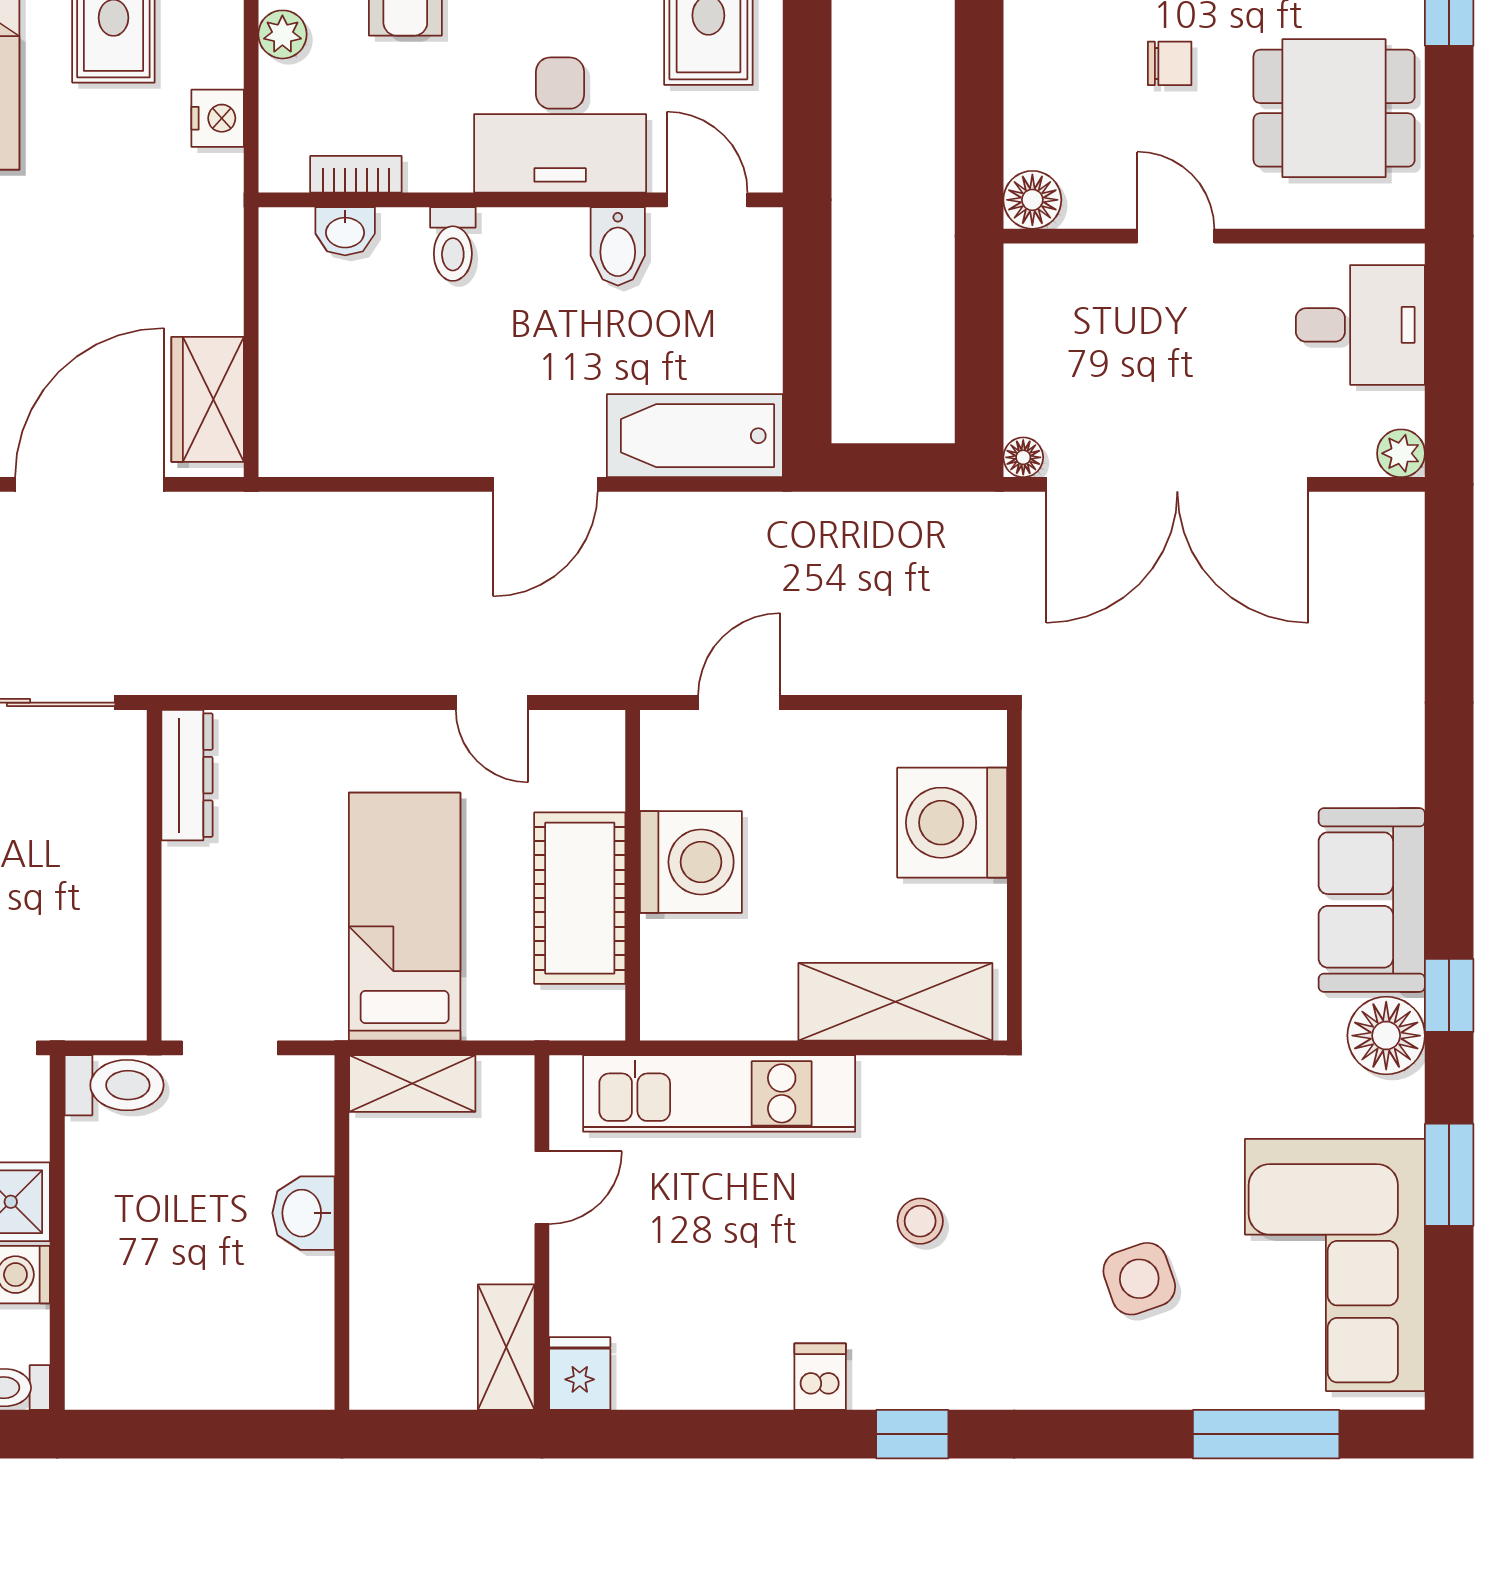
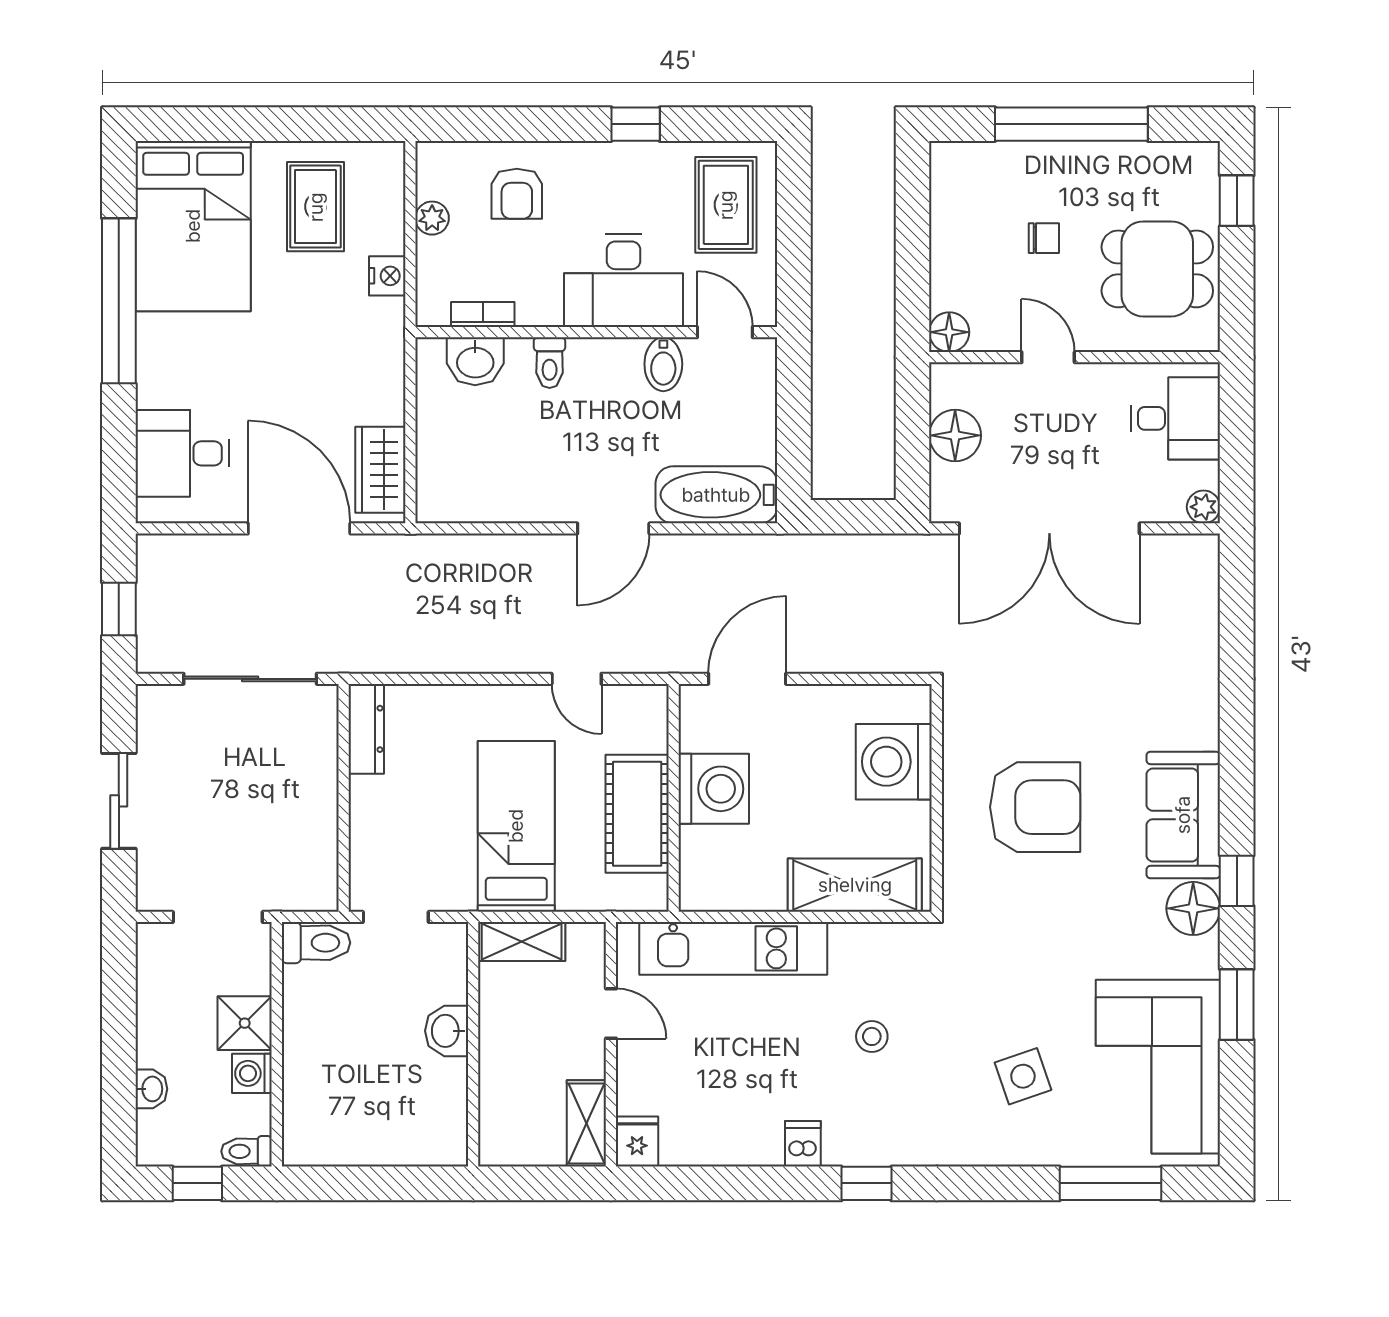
washbasin: (345, 231) -> (475, 361), width x1.38, depth x1.45
floor lamp: (1023, 457) -> (955, 435), moved, width x1.89, depth x1.89
door: (90, 484) -> (299, 528), hinge flipped
door: (739, 703) -> (747, 679), width x1.38
armchair: (1157, 889) -> (1035, 807), added
door: (542, 1188) -> (611, 1013), hinge flipped

